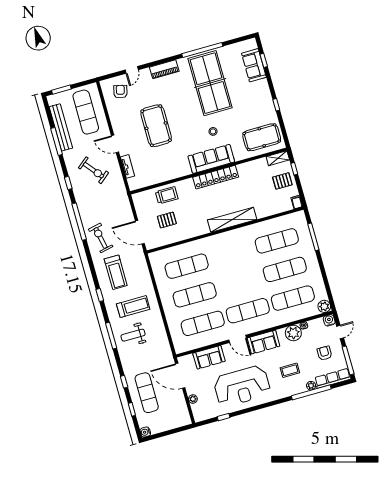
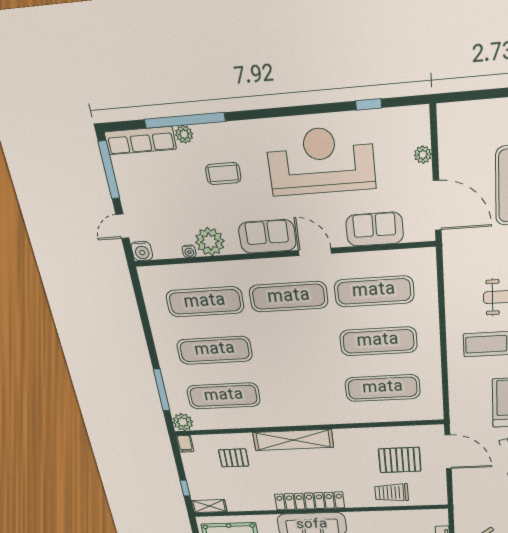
pallet: (282, 181) -> (234, 458), moved
pallet: (167, 220) -> (400, 460), width x1.50, depth x1.42
plant: (324, 306) -> (183, 422), moved
armchair: (324, 353) -> (154, 193), removed

